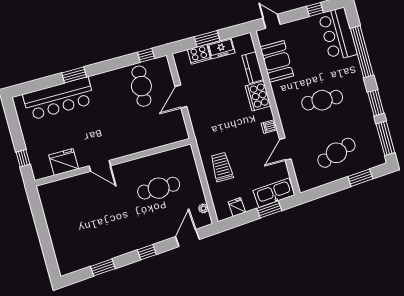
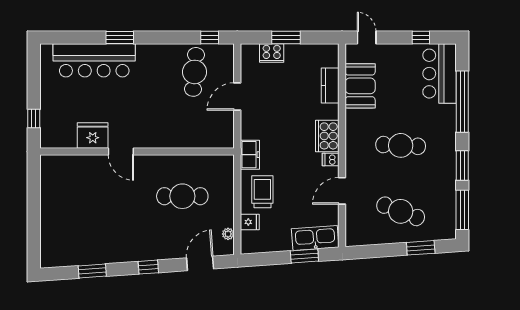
freezer: (221, 48) -> (250, 155), moved, turned -90
cooker: (258, 96) -> (327, 136), moved
cafe table: (336, 153) -> (401, 211), turned 39
fridge: (64, 162) -> (93, 136), moved
fridge: (237, 207) -> (250, 222), moved, turned 94

